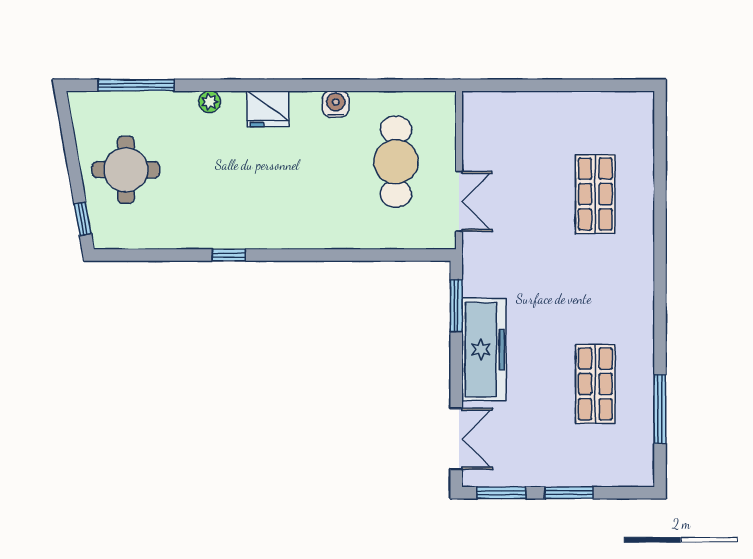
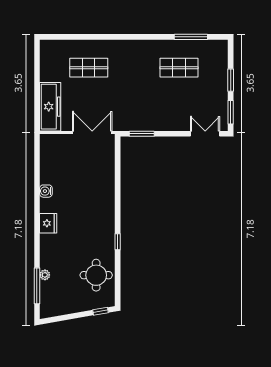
plant: (210, 102) -> (45, 275), moved
cafe table: (396, 162) -> (73, 162), removed
round table: (126, 170) -> (96, 275), moved
double door: (459, 201) -> (92, 132), width x1.37
freezer: (484, 350) -> (50, 107), moved, turned 90

